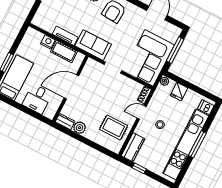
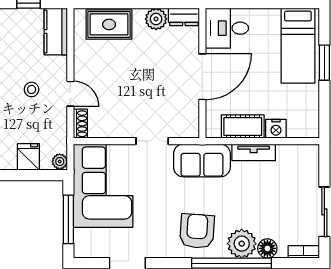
desk: (37, 99) -> (227, 28), moved, turned -90
door: (142, 112) -> (70, 94), hinge flipped
rug: (114, 127) -> (109, 24), moved

